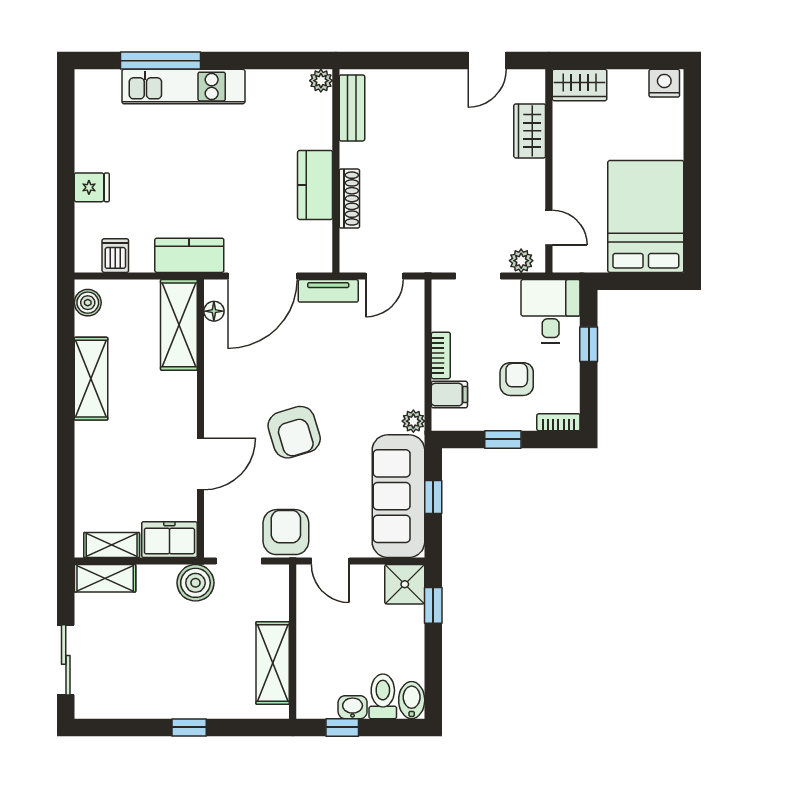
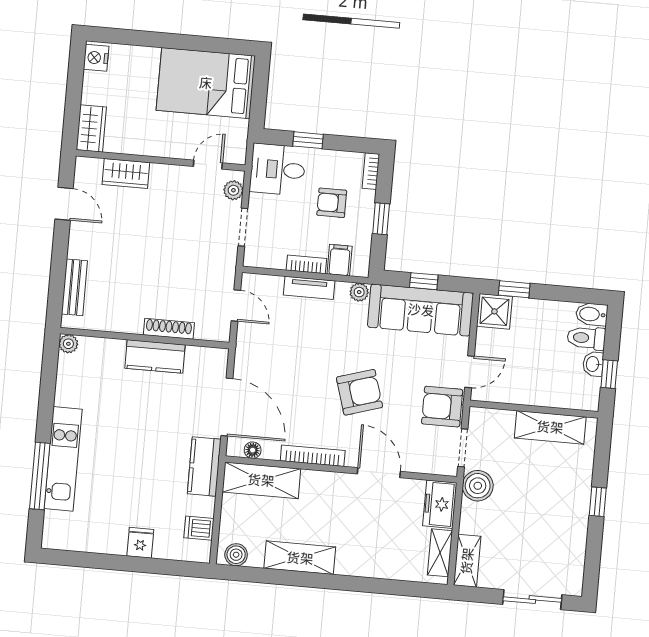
bench: (352, 108) -> (74, 287), moved, turned 90
tv unit: (328, 291) -> (309, 288), moved, turned 90
bookcase: (214, 383) -> (313, 456), added

